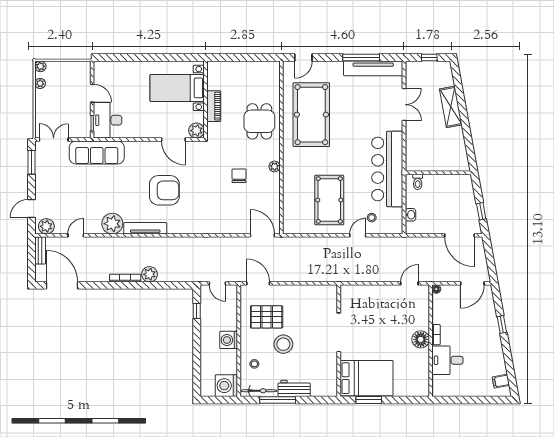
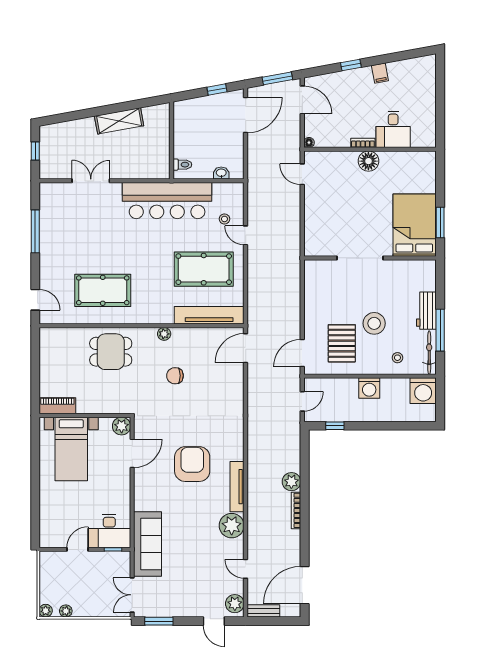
tv unit: (373, 68) -> (209, 315), moved, turned -90
piano: (214, 106) -> (57, 406), moved
shelving: (451, 107) -> (119, 121), moved
pool table: (311, 115) -> (103, 290), width x0.73, depth x0.76
window: (491, 262) -> (277, 78), added
filing cabinet: (501, 381) -> (380, 73), moved

